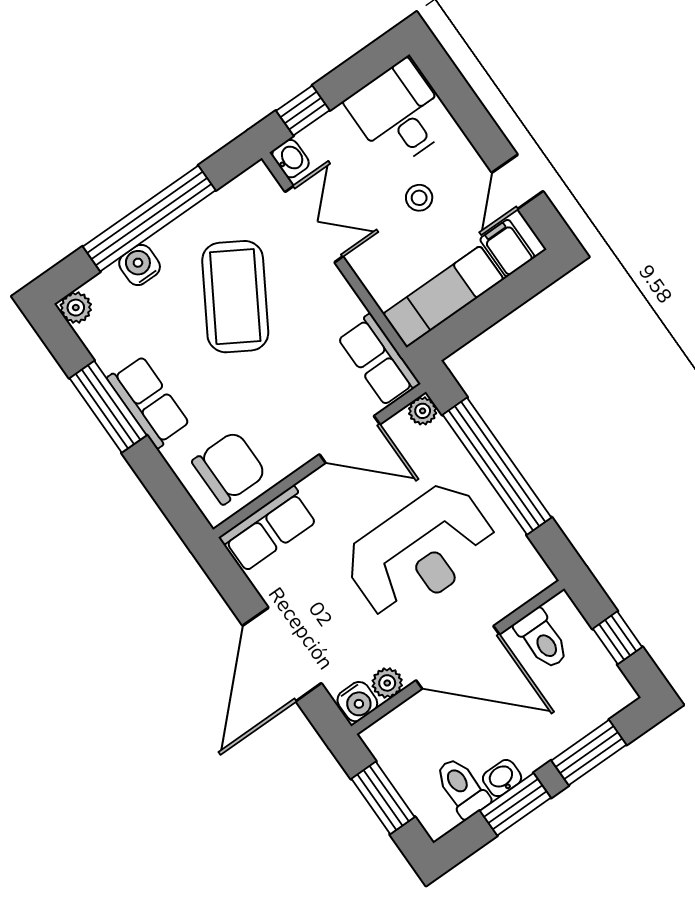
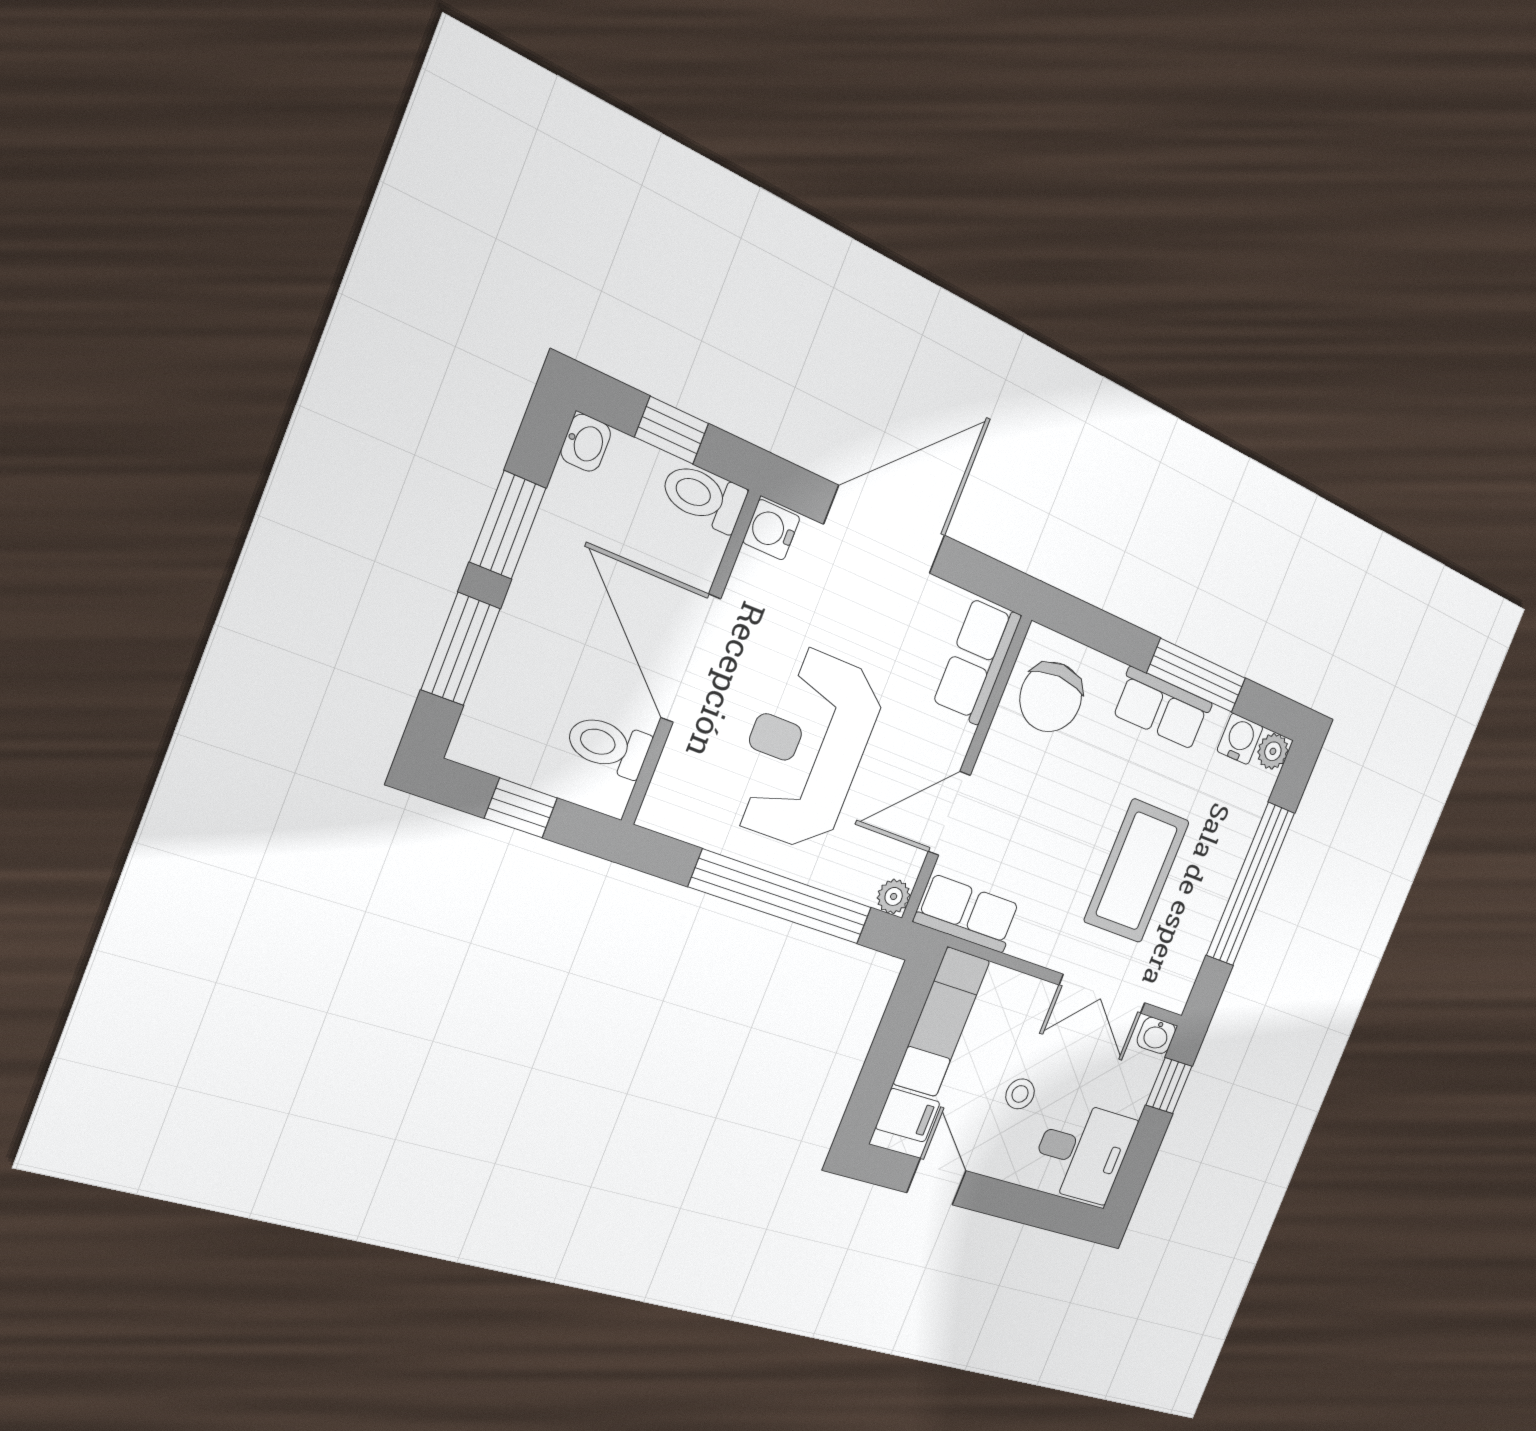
water cooler: (140, 265) -> (1240, 739), moved, turned -90
coffee table: (235, 297) -> (1137, 871), turned 59
door: (282, 654) -> (885, 530), hinge flipped
door: (458, 657) -> (691, 658), hinge flipped
plant: (387, 683) -> (751, 574), removed
washbasin: (502, 778) -> (586, 443), moved
toilet: (462, 788) -> (704, 497), moved, turned 180
window: (383, 798) -> (672, 430), width x0.67

